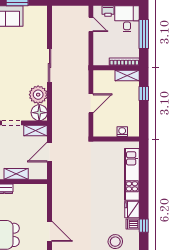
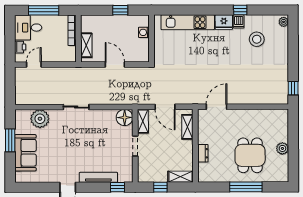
sliding door: (50, 65) -> (76, 107), width x0.73
shelving: (127, 75) -> (86, 45), moved
window: (144, 94) -> (120, 10), moved
plant: (38, 95) -> (40, 119), moved
shelving: (16, 174) -> (187, 127), moved
door: (50, 231) -> (217, 107), moved

